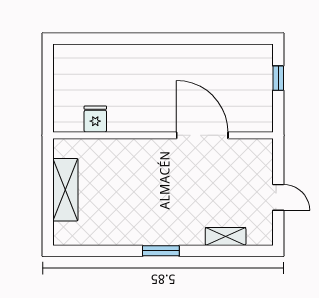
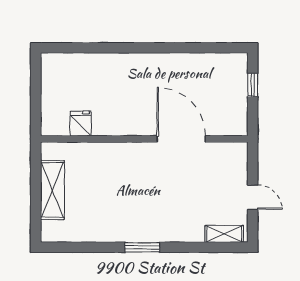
shelving: (226, 236) -> (224, 234), moved

